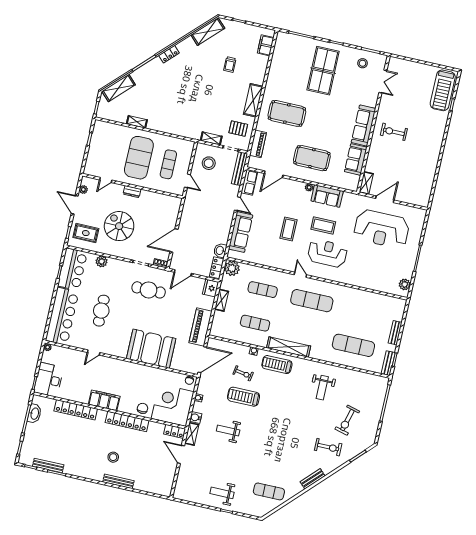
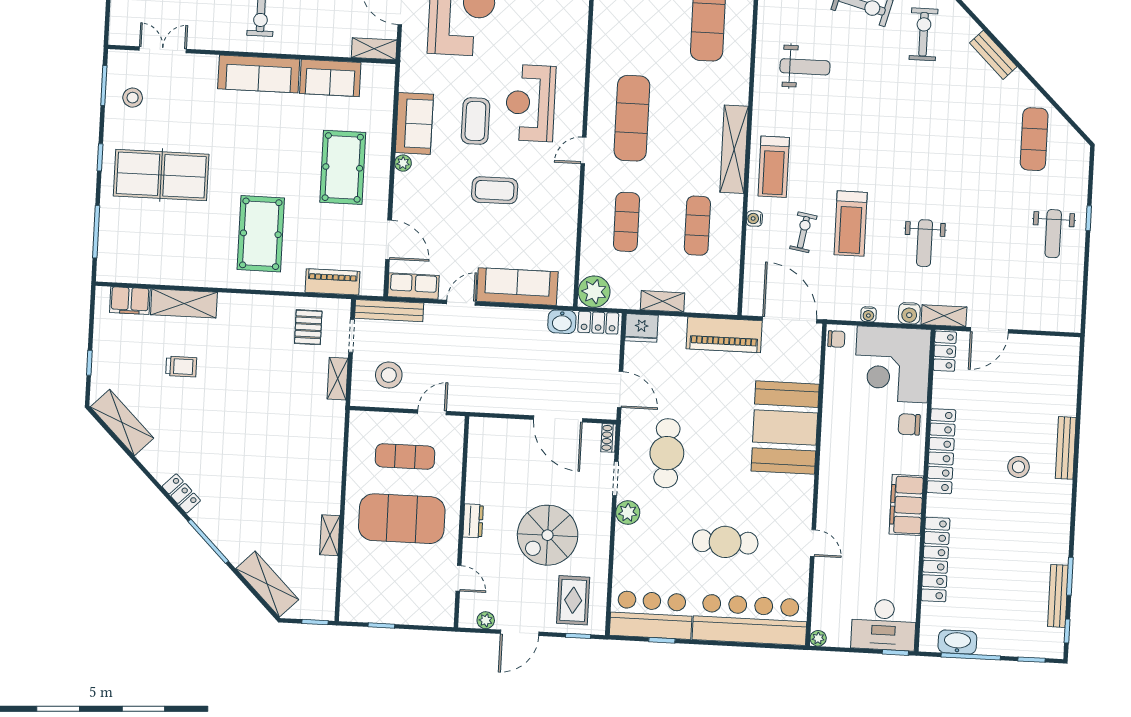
shelving: (253, 100) -> (184, 303), moved
plant: (102, 261) -> (628, 513), moved

